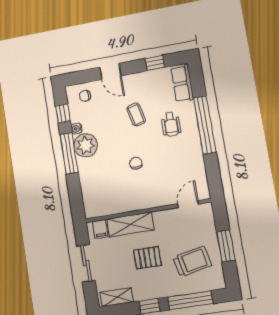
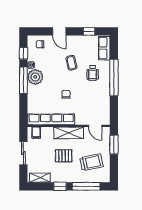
door: (188, 204) -> (95, 126), swing flipped
row of seats: (120, 205) -> (51, 119), added
shelving: (130, 224) -> (69, 133), moved
window: (226, 246) -> (114, 145), moved

